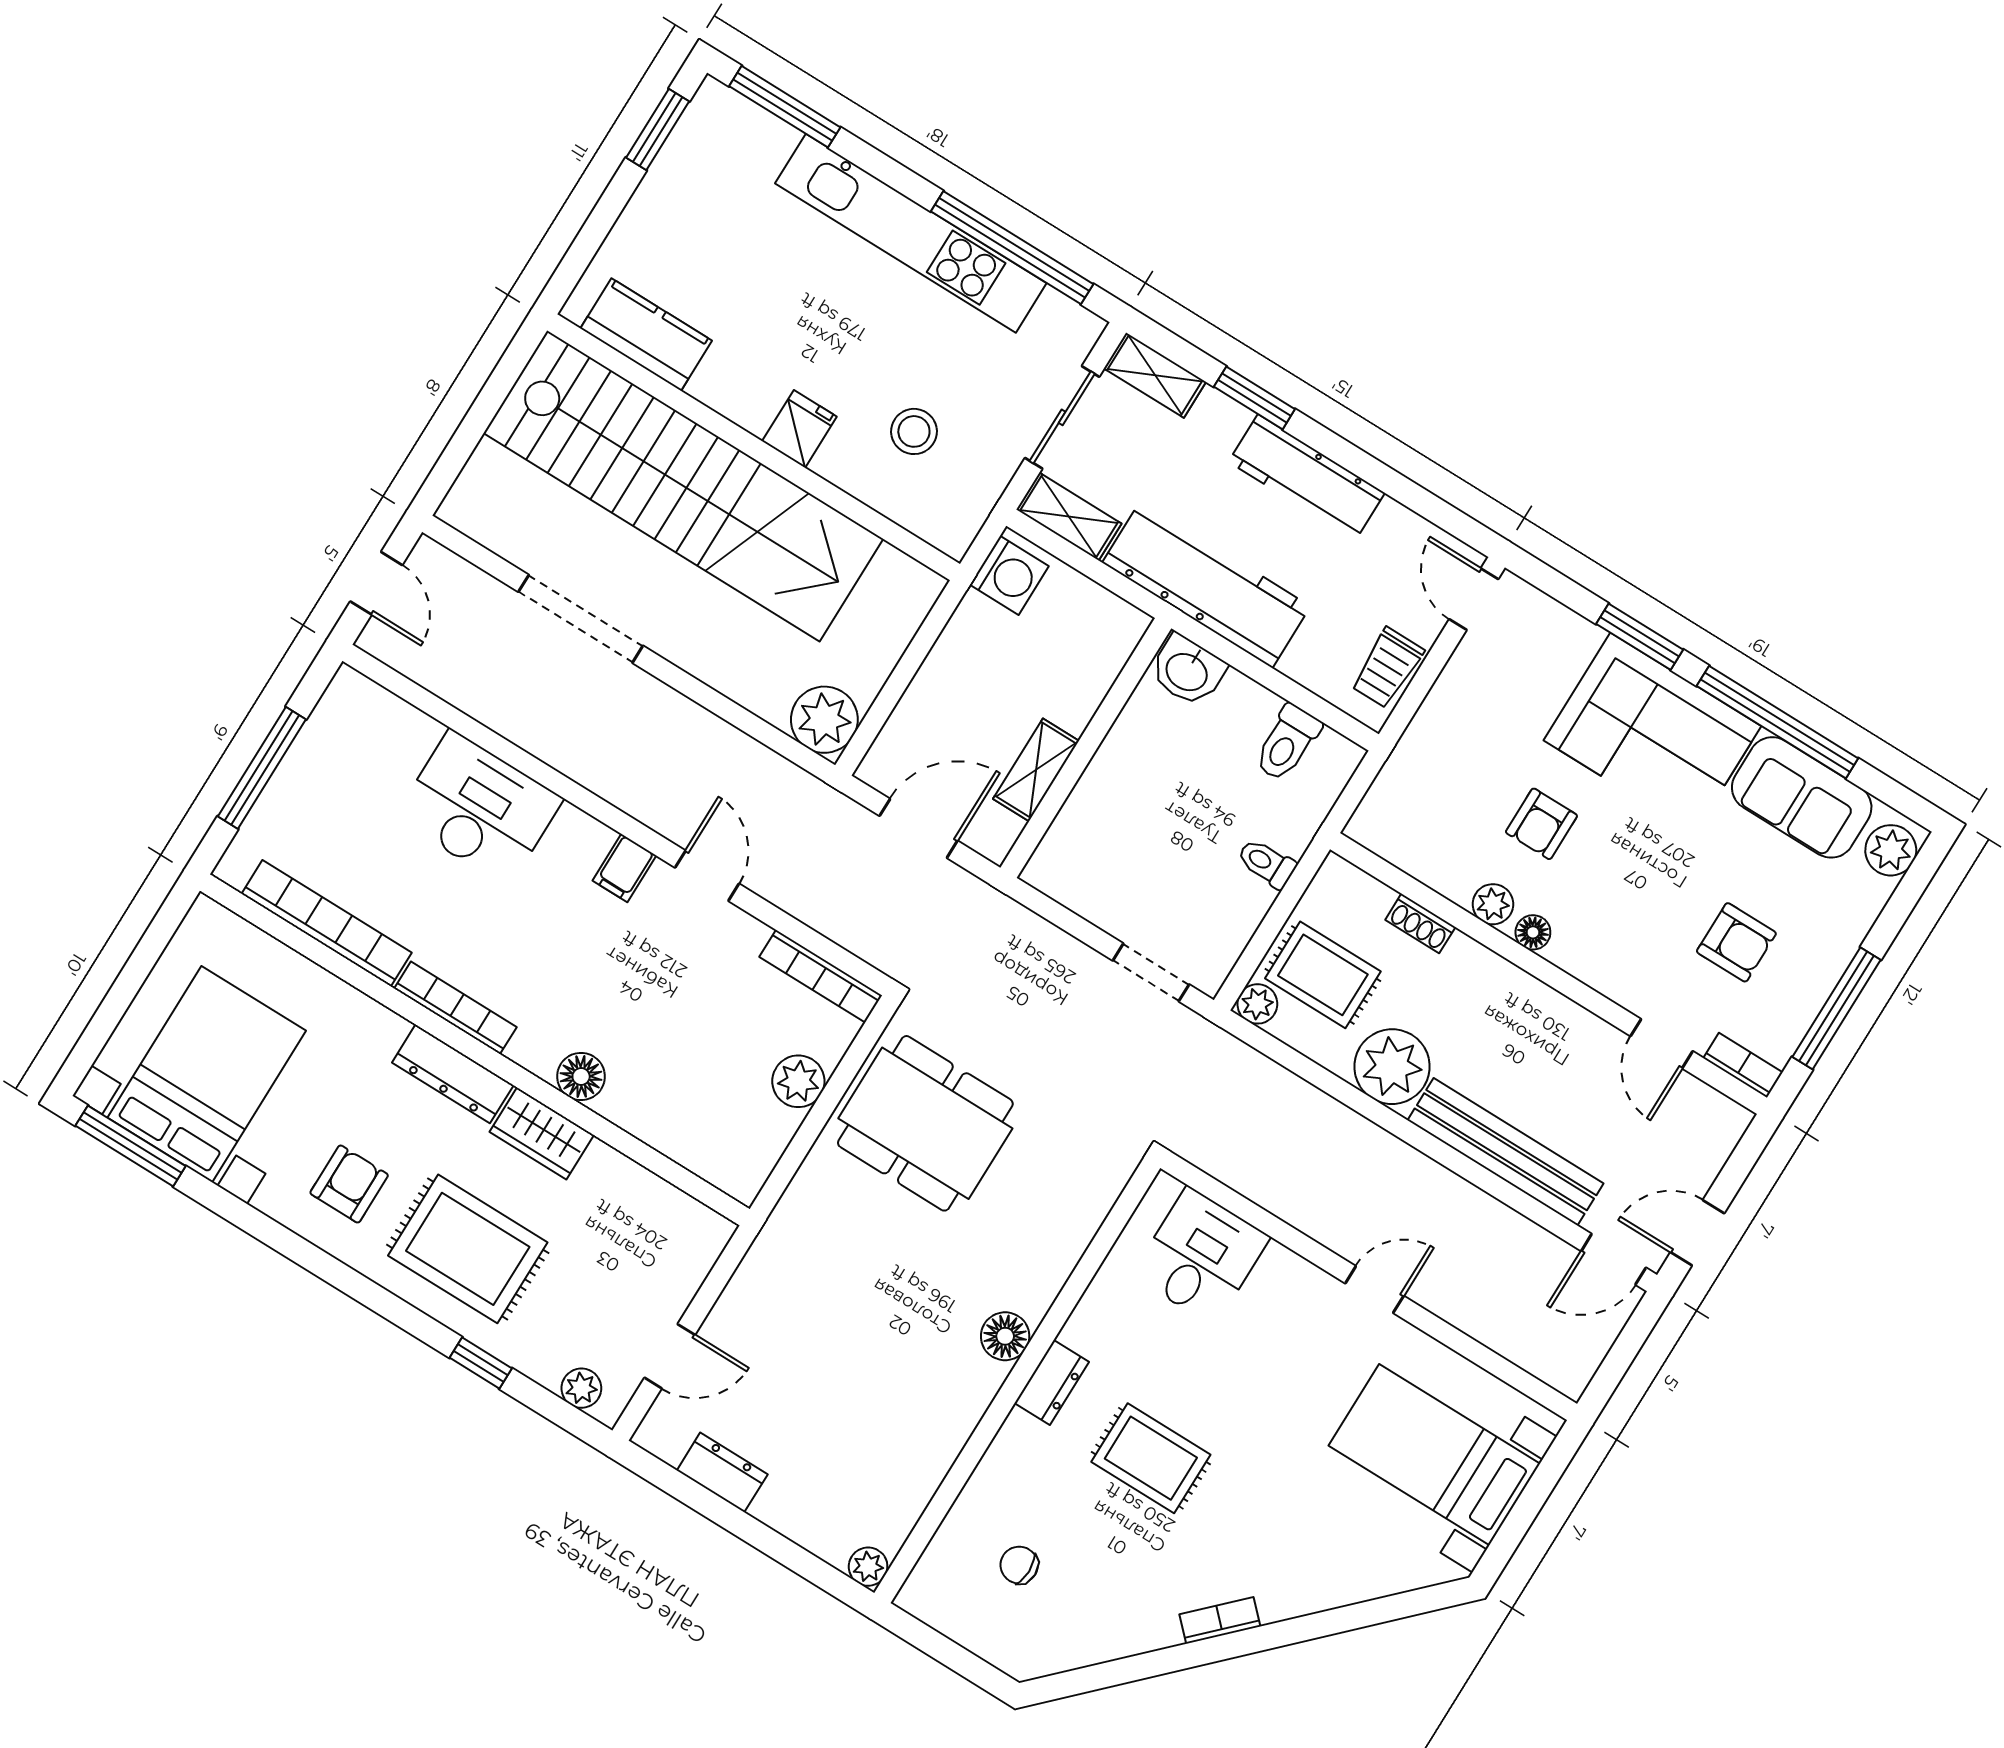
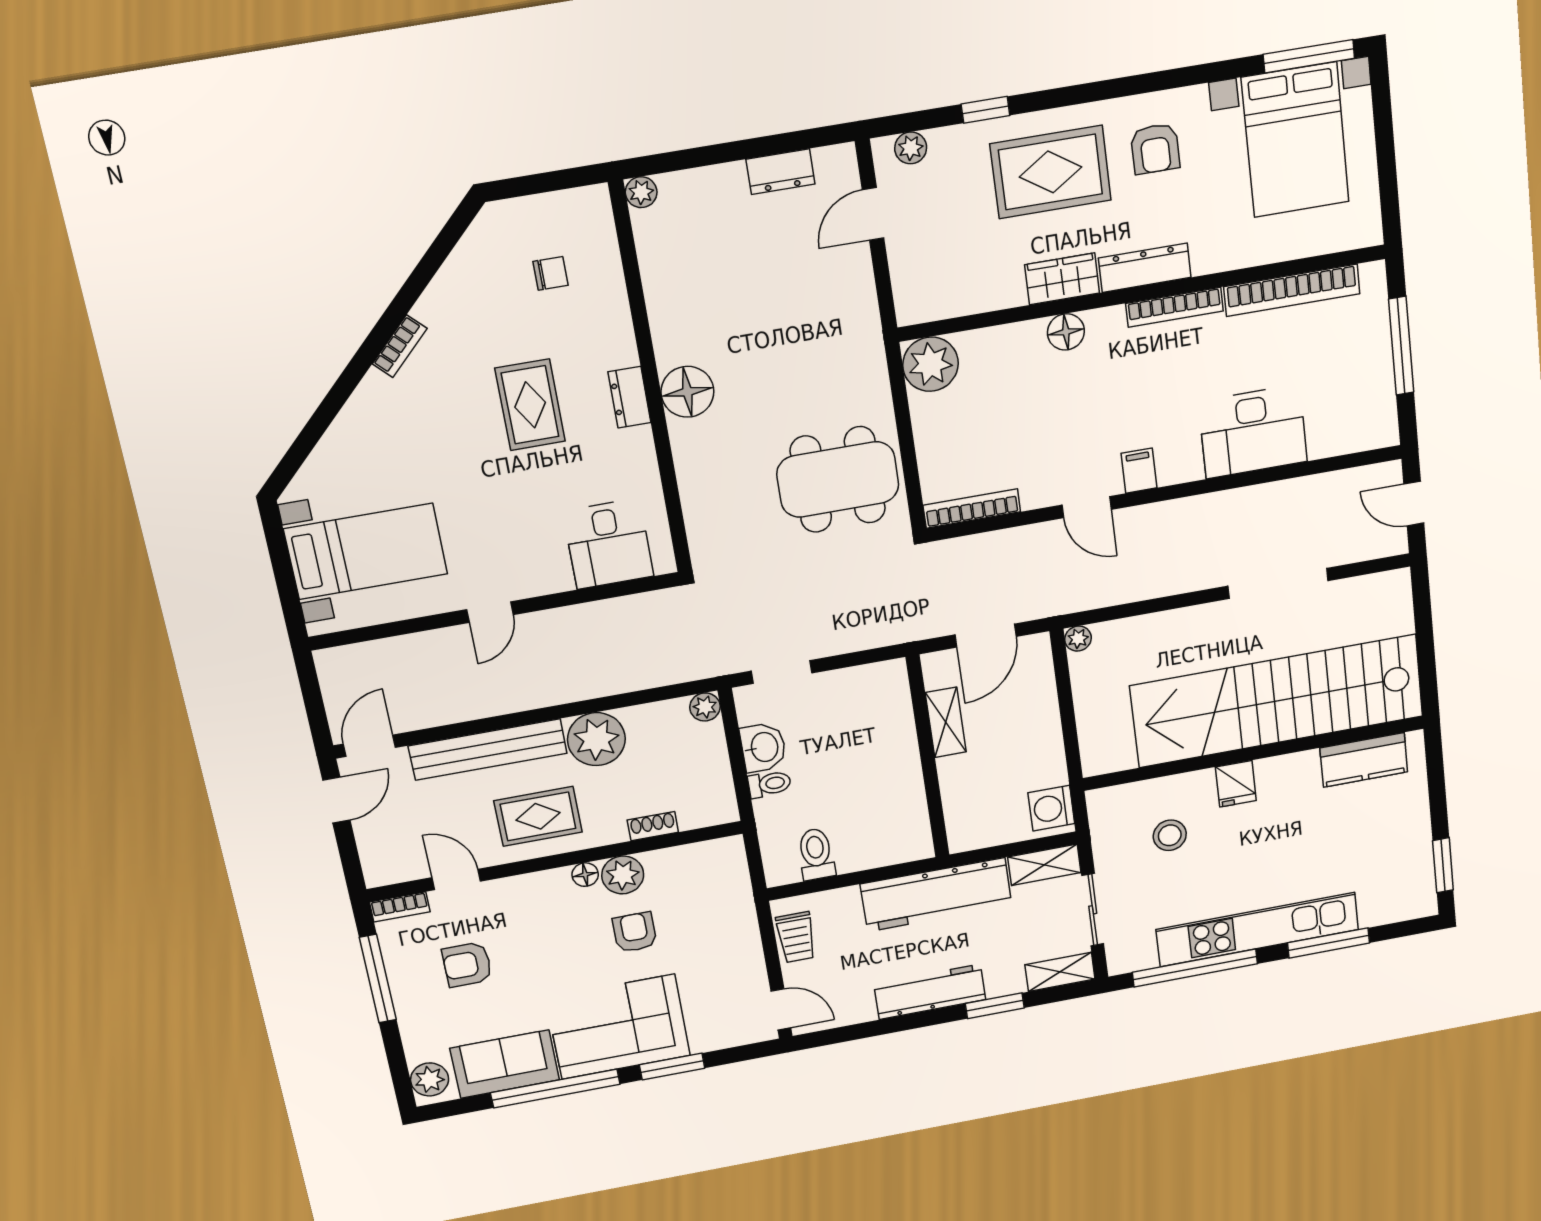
window: (785, 107) -> (1329, 943), moved
trolley: (1387, 668) -> (796, 937), turned 180
washbasin: (1187, 671) -> (763, 747), moved, turned 90
plant: (824, 720) -> (1078, 639), width x0.53, depth x0.53
plant: (1493, 904) -> (623, 875), width x1.38, depth x1.38
rug: (1323, 975) -> (538, 816), moved
plant: (798, 1081) -> (931, 364), moved, width x1.36, depth x1.36
floor lamp: (1005, 1336) -> (687, 392), width x1.38, depth x1.38
rug: (1151, 1458) -> (530, 405), turned 90

